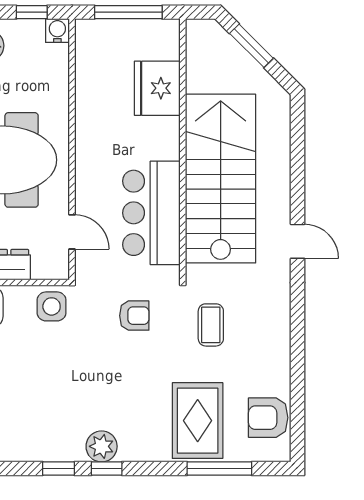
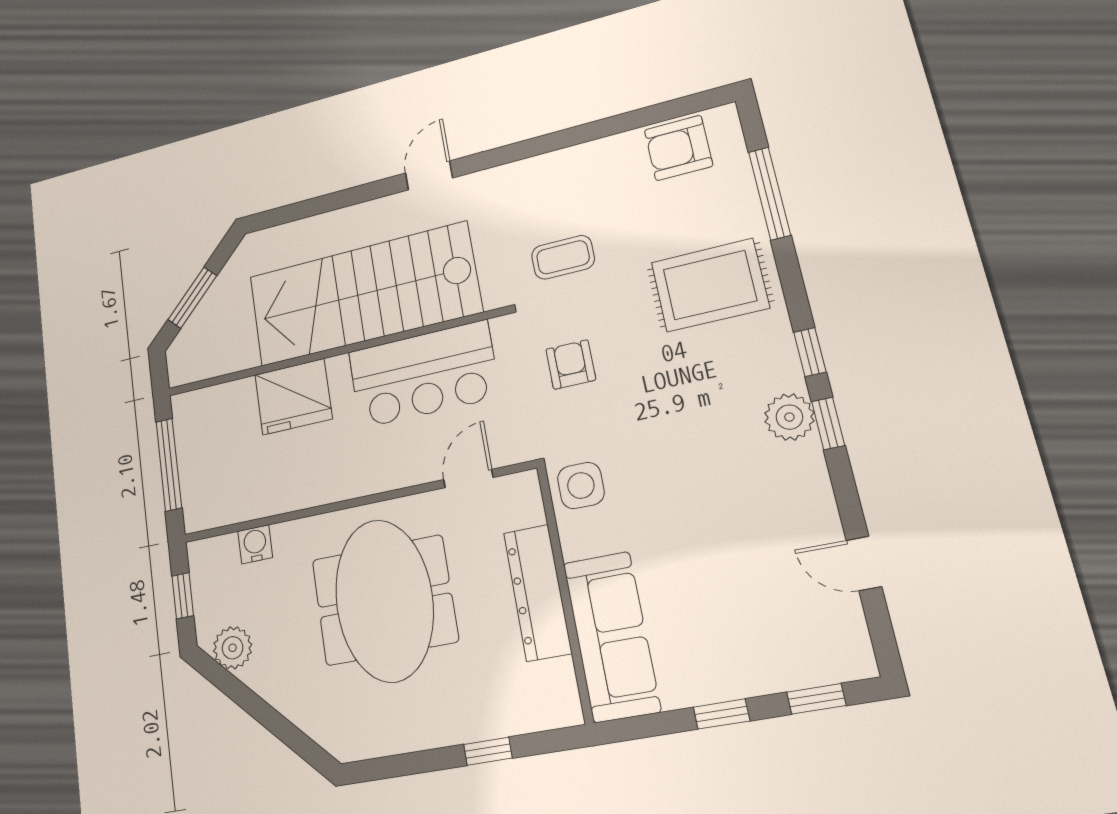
water cooler: (57, 31) -> (255, 544), moved, turned 90
fridge: (157, 88) -> (293, 397), moved
armchair: (268, 418) -> (678, 148), turned 90
rug: (198, 421) -> (710, 285), moved
plant: (102, 446) -> (789, 417), moved

